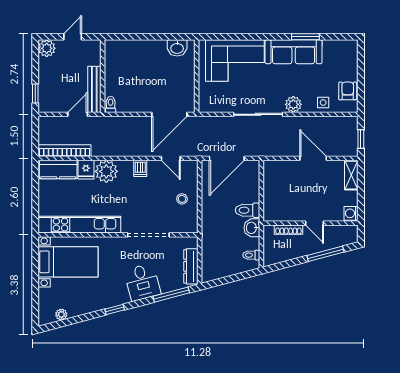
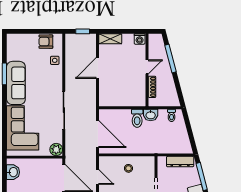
plant: (293, 104) -> (56, 150), moved
door: (171, 158) -> (98, 177), hinge flipped

